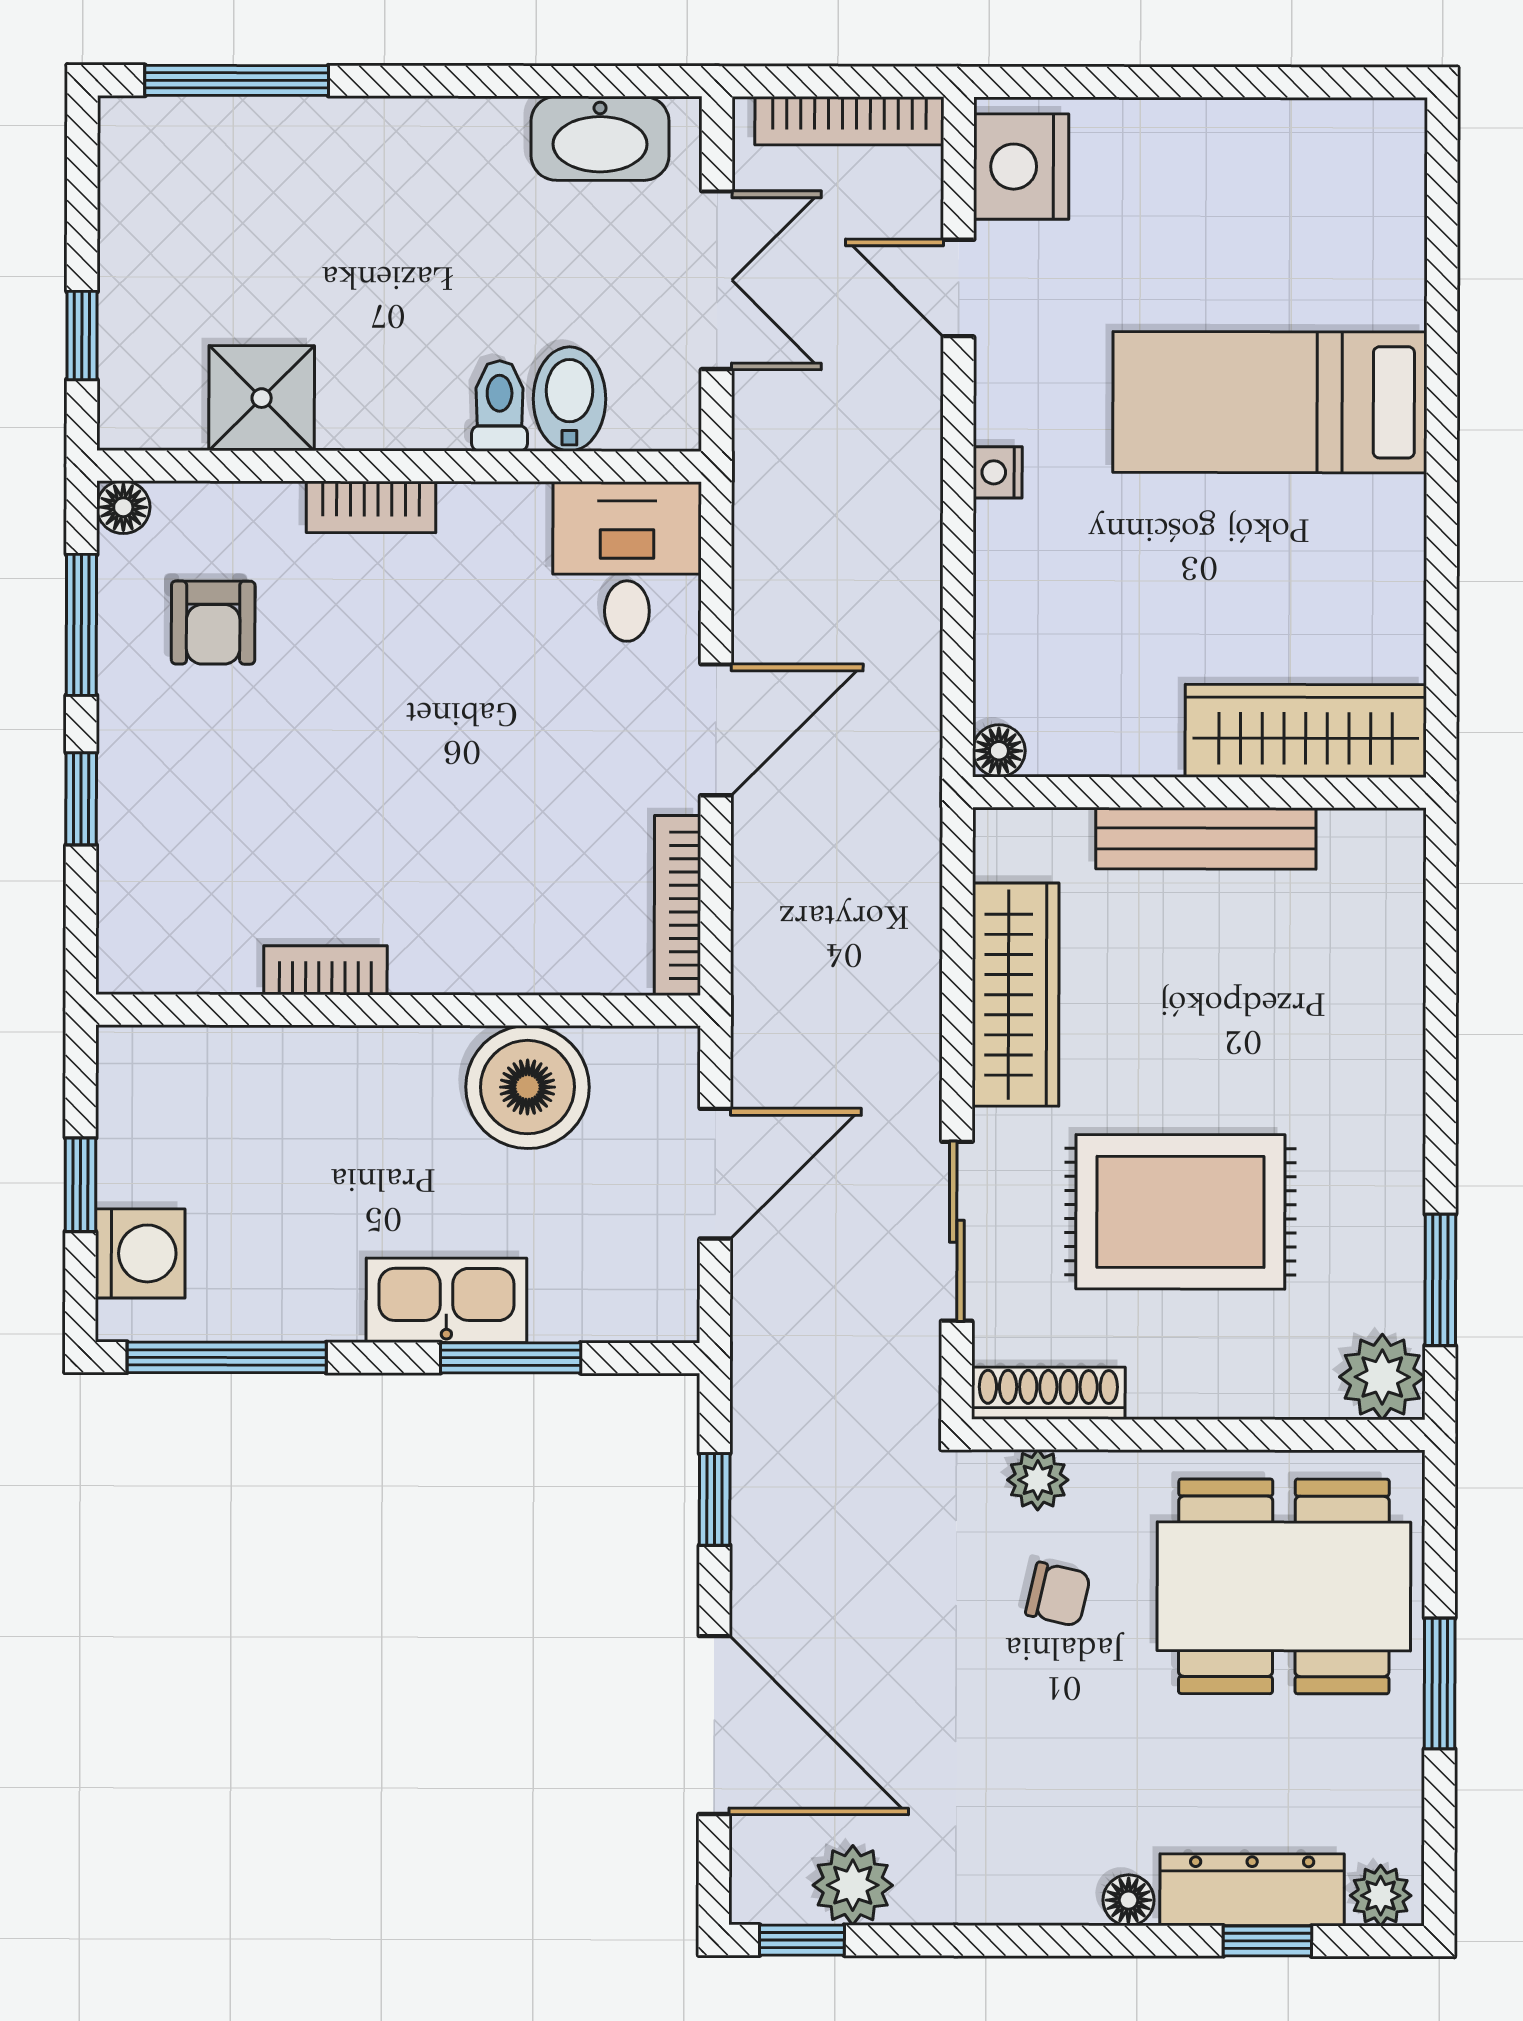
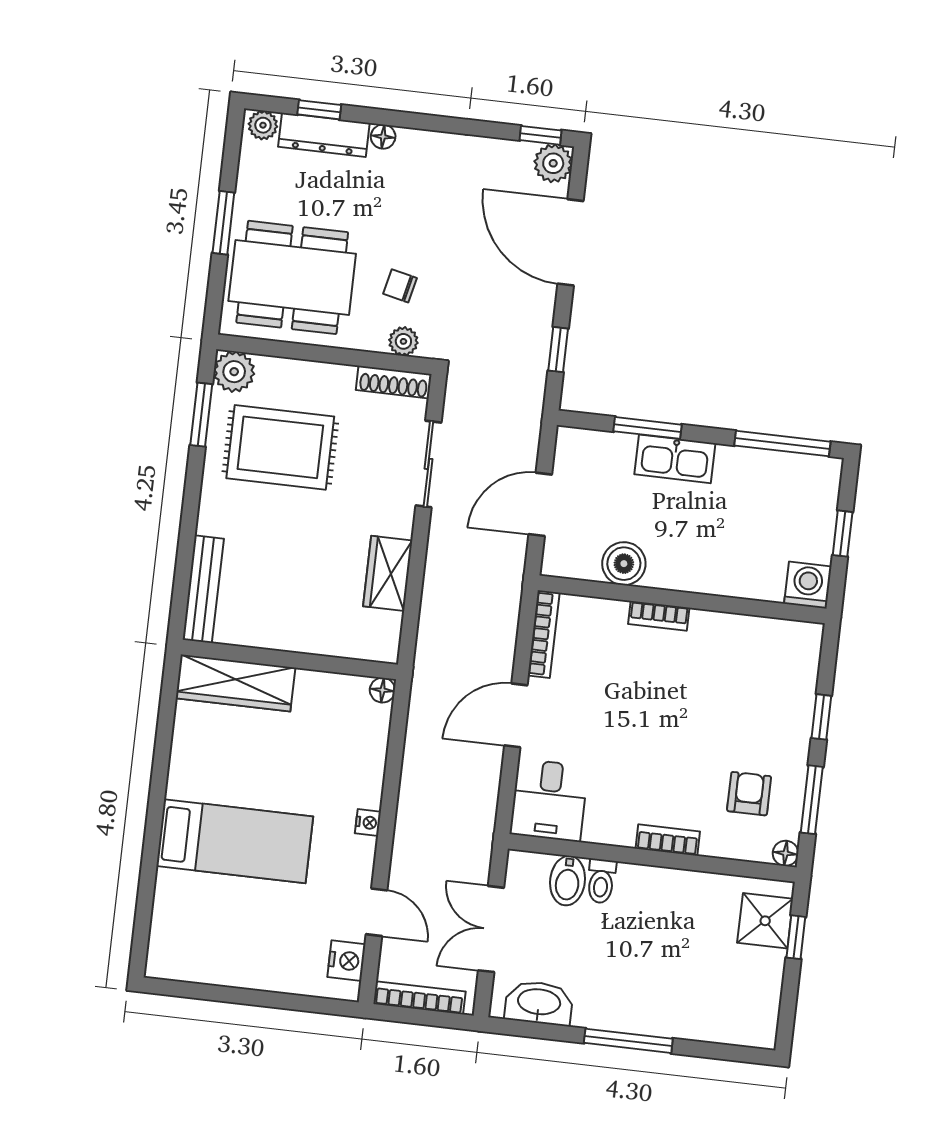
window: (237, 80) -> (628, 1041), moved
nightstand: (1021, 167) -> (346, 961), width x0.74, depth x0.75
shower: (262, 398) -> (765, 921), moved
bench: (1206, 838) -> (203, 589), moved, turned 90
bookcase: (325, 970) -> (659, 616), moved
wardrobe: (1016, 995) -> (388, 573), width x0.67
boiler: (527, 1087) -> (624, 564), width x0.73, depth x0.73
rug: (1180, 1212) -> (280, 447), moved
washing machine: (140, 1253) -> (808, 585), moved, turned 90
plant: (853, 1885) -> (553, 163), moved

